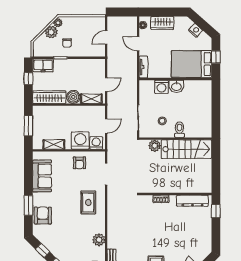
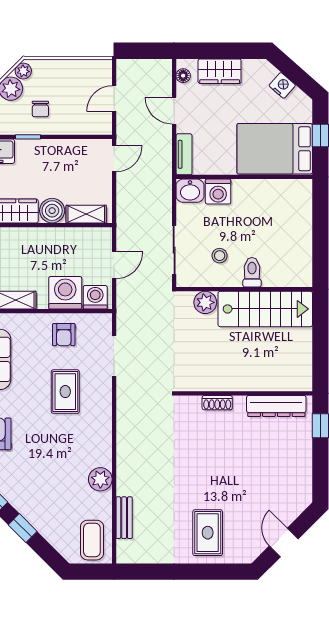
door: (106, 85) -> (114, 159), moved
washbasin: (176, 86) -> (190, 191), moved
rug: (88, 202) -> (65, 392), moved

